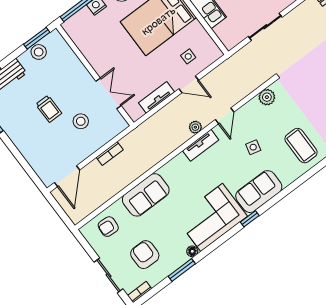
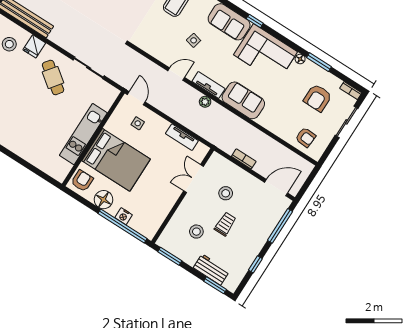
stool: (39, 52) -> (196, 232), moved
door: (189, 84) -> (136, 98), moved
plant: (267, 97) -> (147, 45), removed
plant: (195, 127) -> (205, 102), moved
window: (25, 165) -> (280, 226), added
sofa: (146, 195) -> (243, 100), moved

